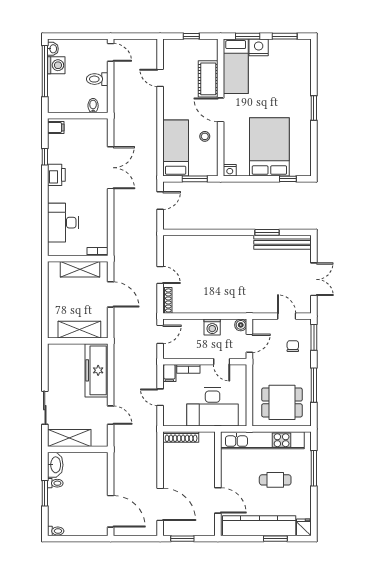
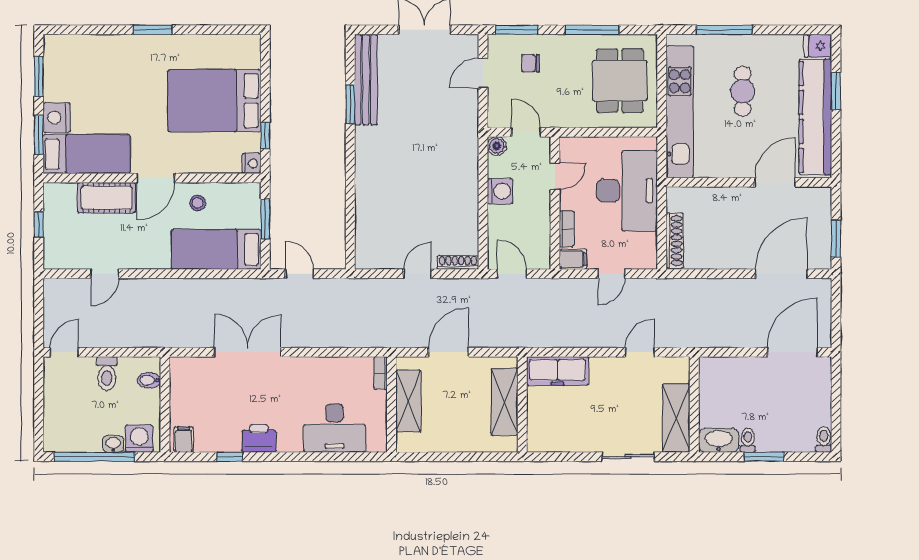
washbasin: (53, 49) -> (113, 444), moved
washing machine: (56, 65) -> (139, 439), moved
window: (288, 179) -> (265, 135), moved
freezer: (97, 370) -> (558, 371), width x0.73, depth x0.79

